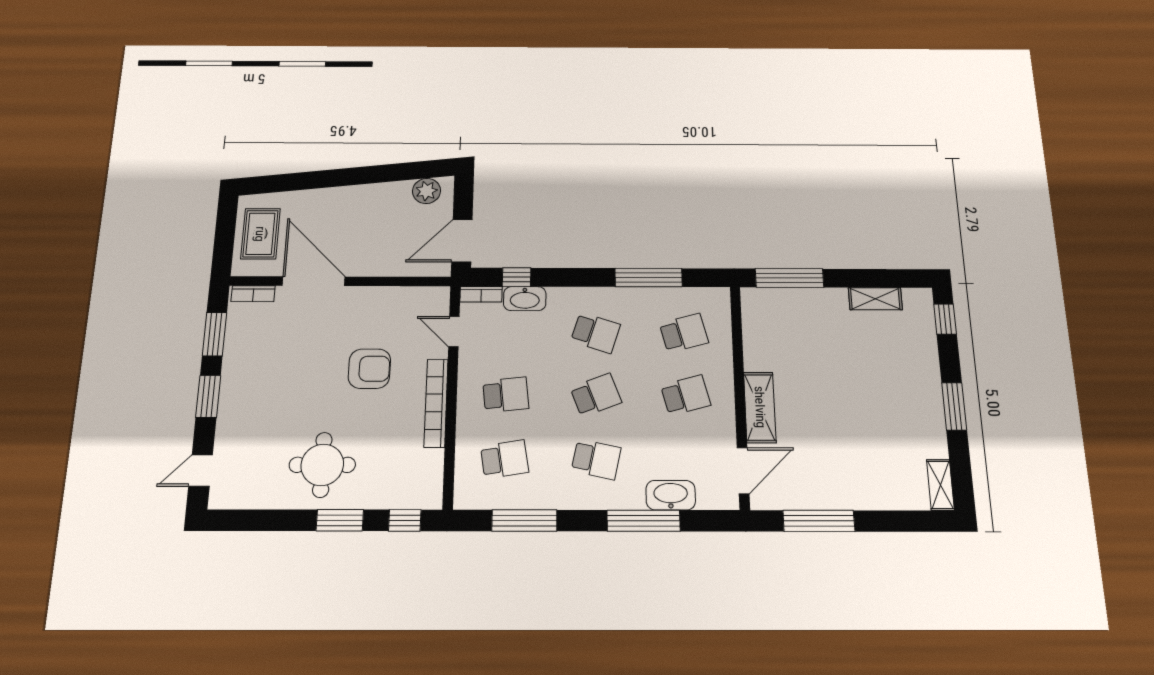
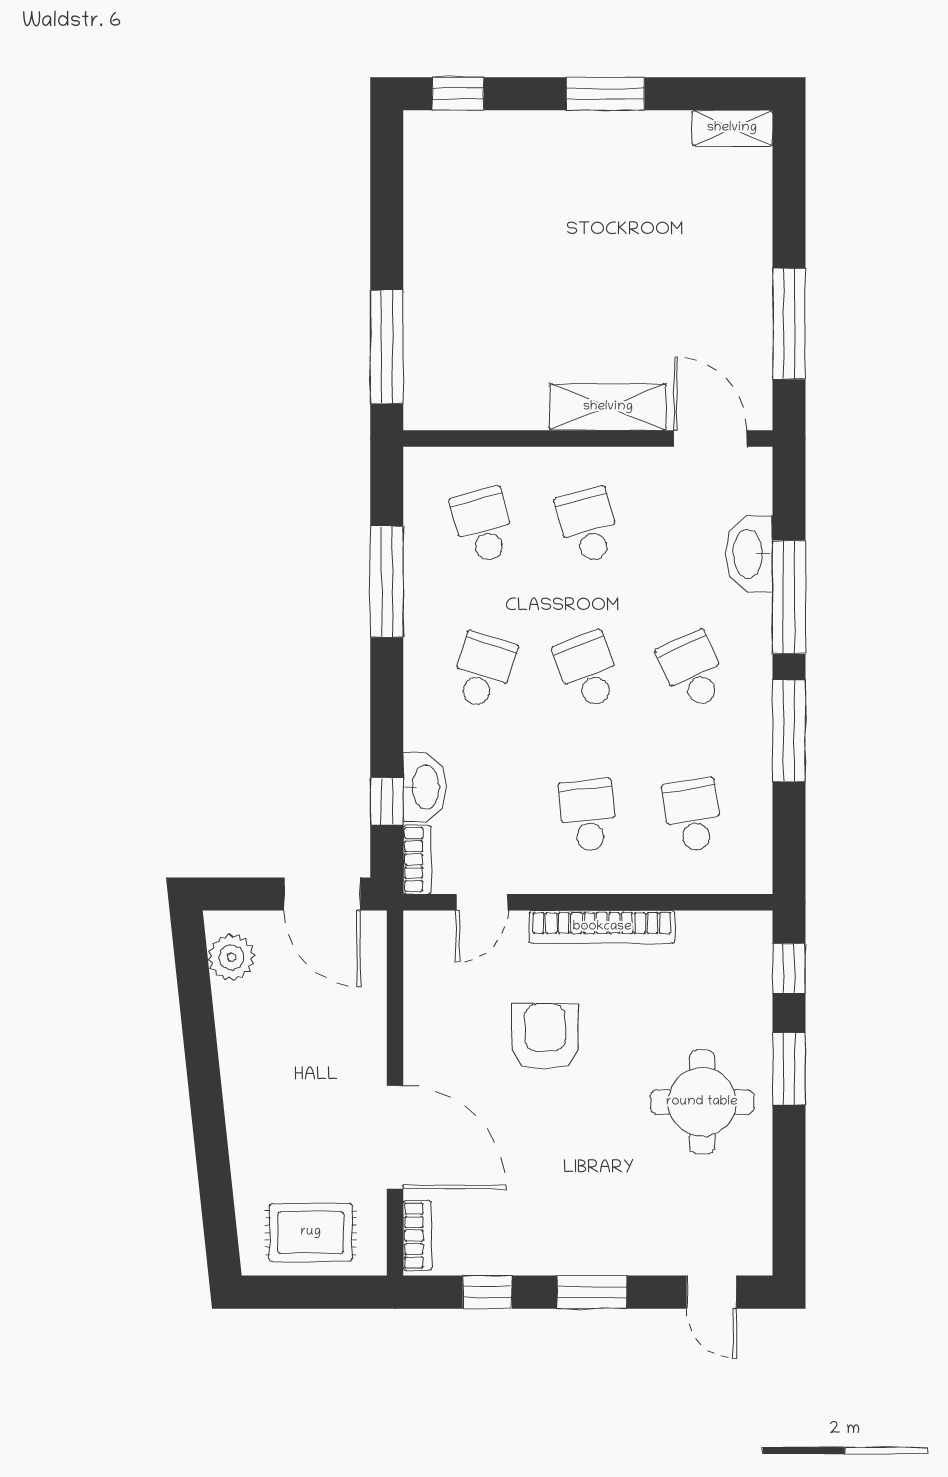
door: (314, 281) -> (395, 1137), swing flipped
shelving: (875, 299) -> (423, 206), removed
window: (215, 334) -> (487, 1292), width x0.67
school desk: (596, 459) -> (693, 670), turned -36
window: (524, 521) -> (789, 731), moved

